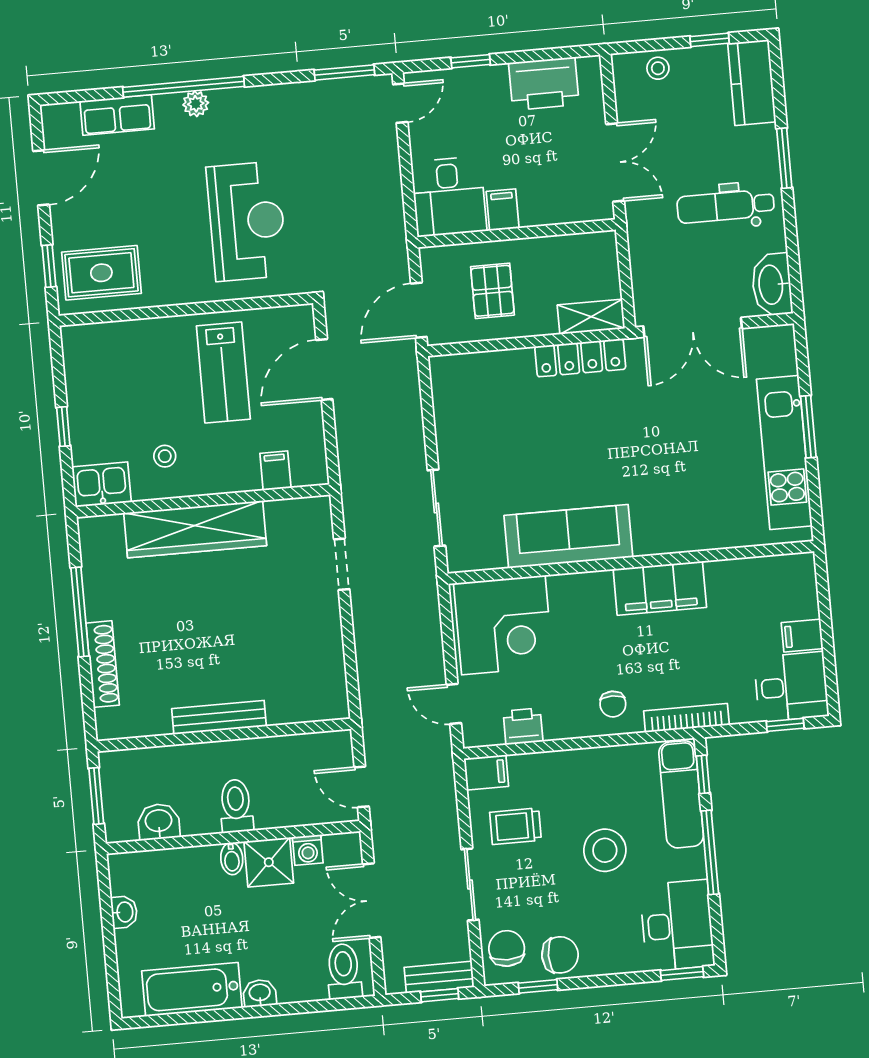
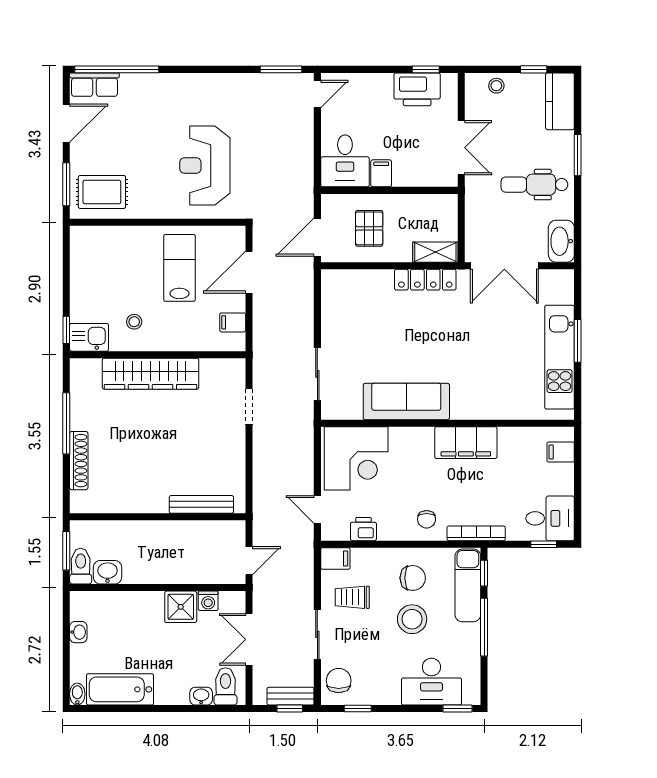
window: (471, 61) -> (426, 69), moved
window: (184, 87) -> (117, 69), moved
plant: (196, 104) -> (177, 82), removed
row of seats: (117, 115) -> (94, 85), moved
reception desk: (247, 221) -> (205, 166), turned 180
window: (49, 266) -> (66, 184), width x1.50
lab bench: (223, 372) -> (179, 268), turned 180
window: (63, 427) -> (66, 330), moved
filing cabinet: (275, 471) -> (233, 322), moved, turned -90
filing cabinet: (802, 636) -> (561, 452), moved
bench: (219, 717) -> (201, 504), moved
door: (362, 787) -> (249, 561), swing flipped
toilet: (236, 806) -> (81, 566), moved
bidet: (232, 859) -> (77, 694), moved, turned 180
desk: (677, 925) -> (431, 682), moved, turned 90
chair: (560, 955) -> (413, 578), moved
washbasin: (260, 993) -> (201, 696), moved

